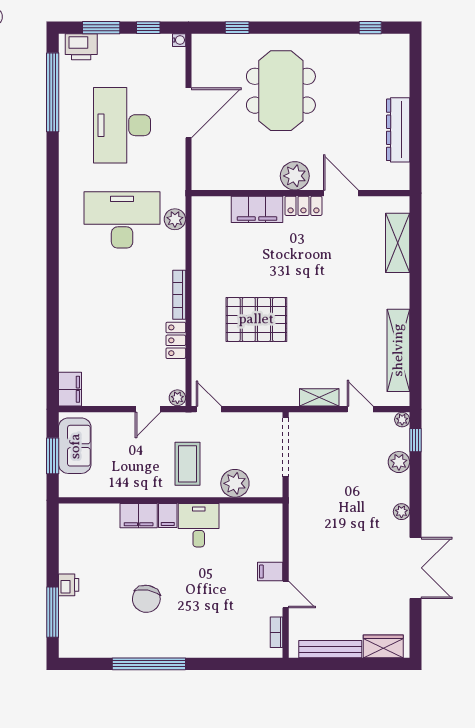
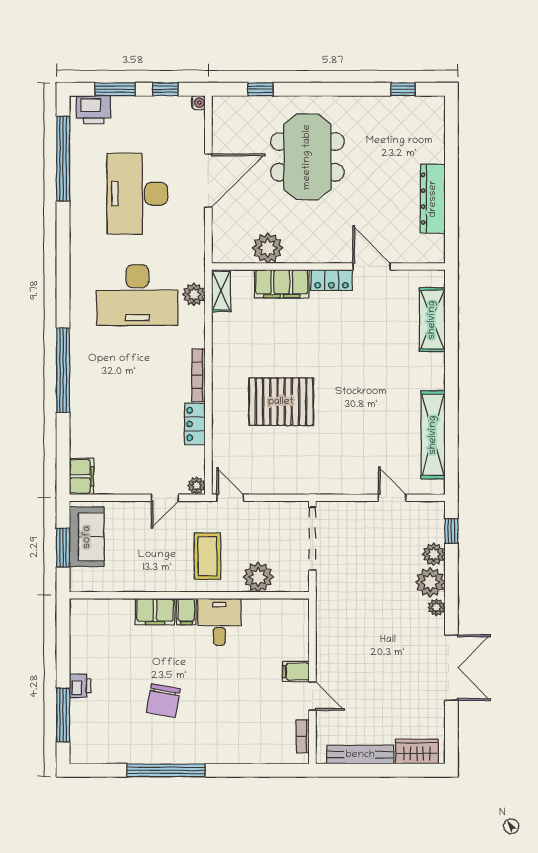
plant: (295, 176) -> (268, 248), moved
desk: (122, 220) -> (137, 295), turned 180
window: (53, 290) -> (63, 370), added
shelving: (319, 397) -> (221, 291), moved, turned 90
plant: (402, 420) -> (430, 582), moved, width x1.88, depth x1.88

